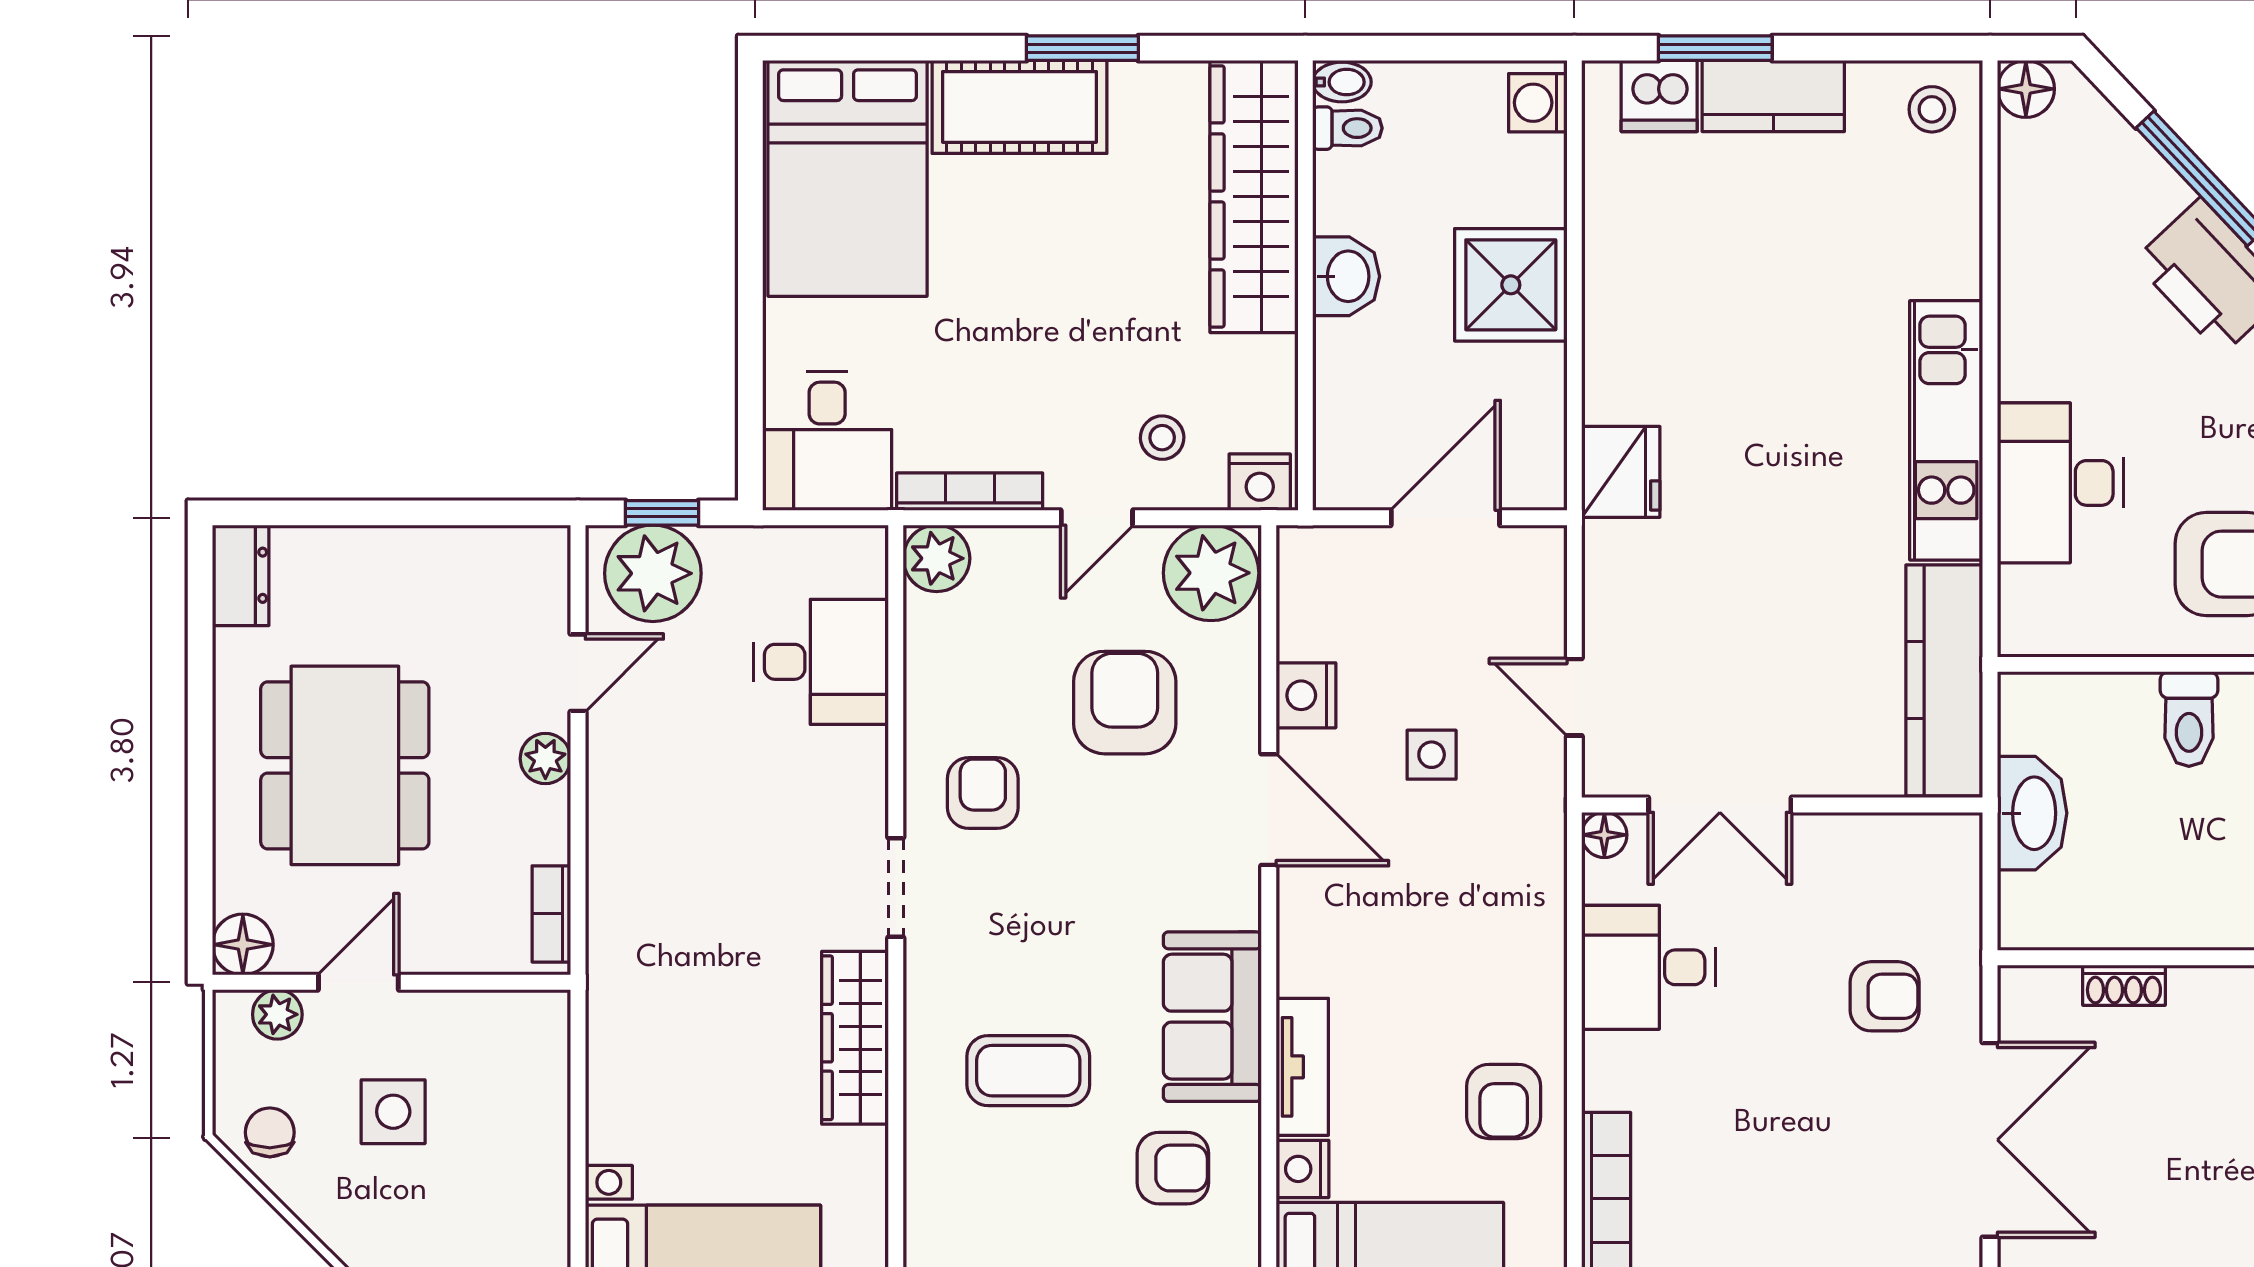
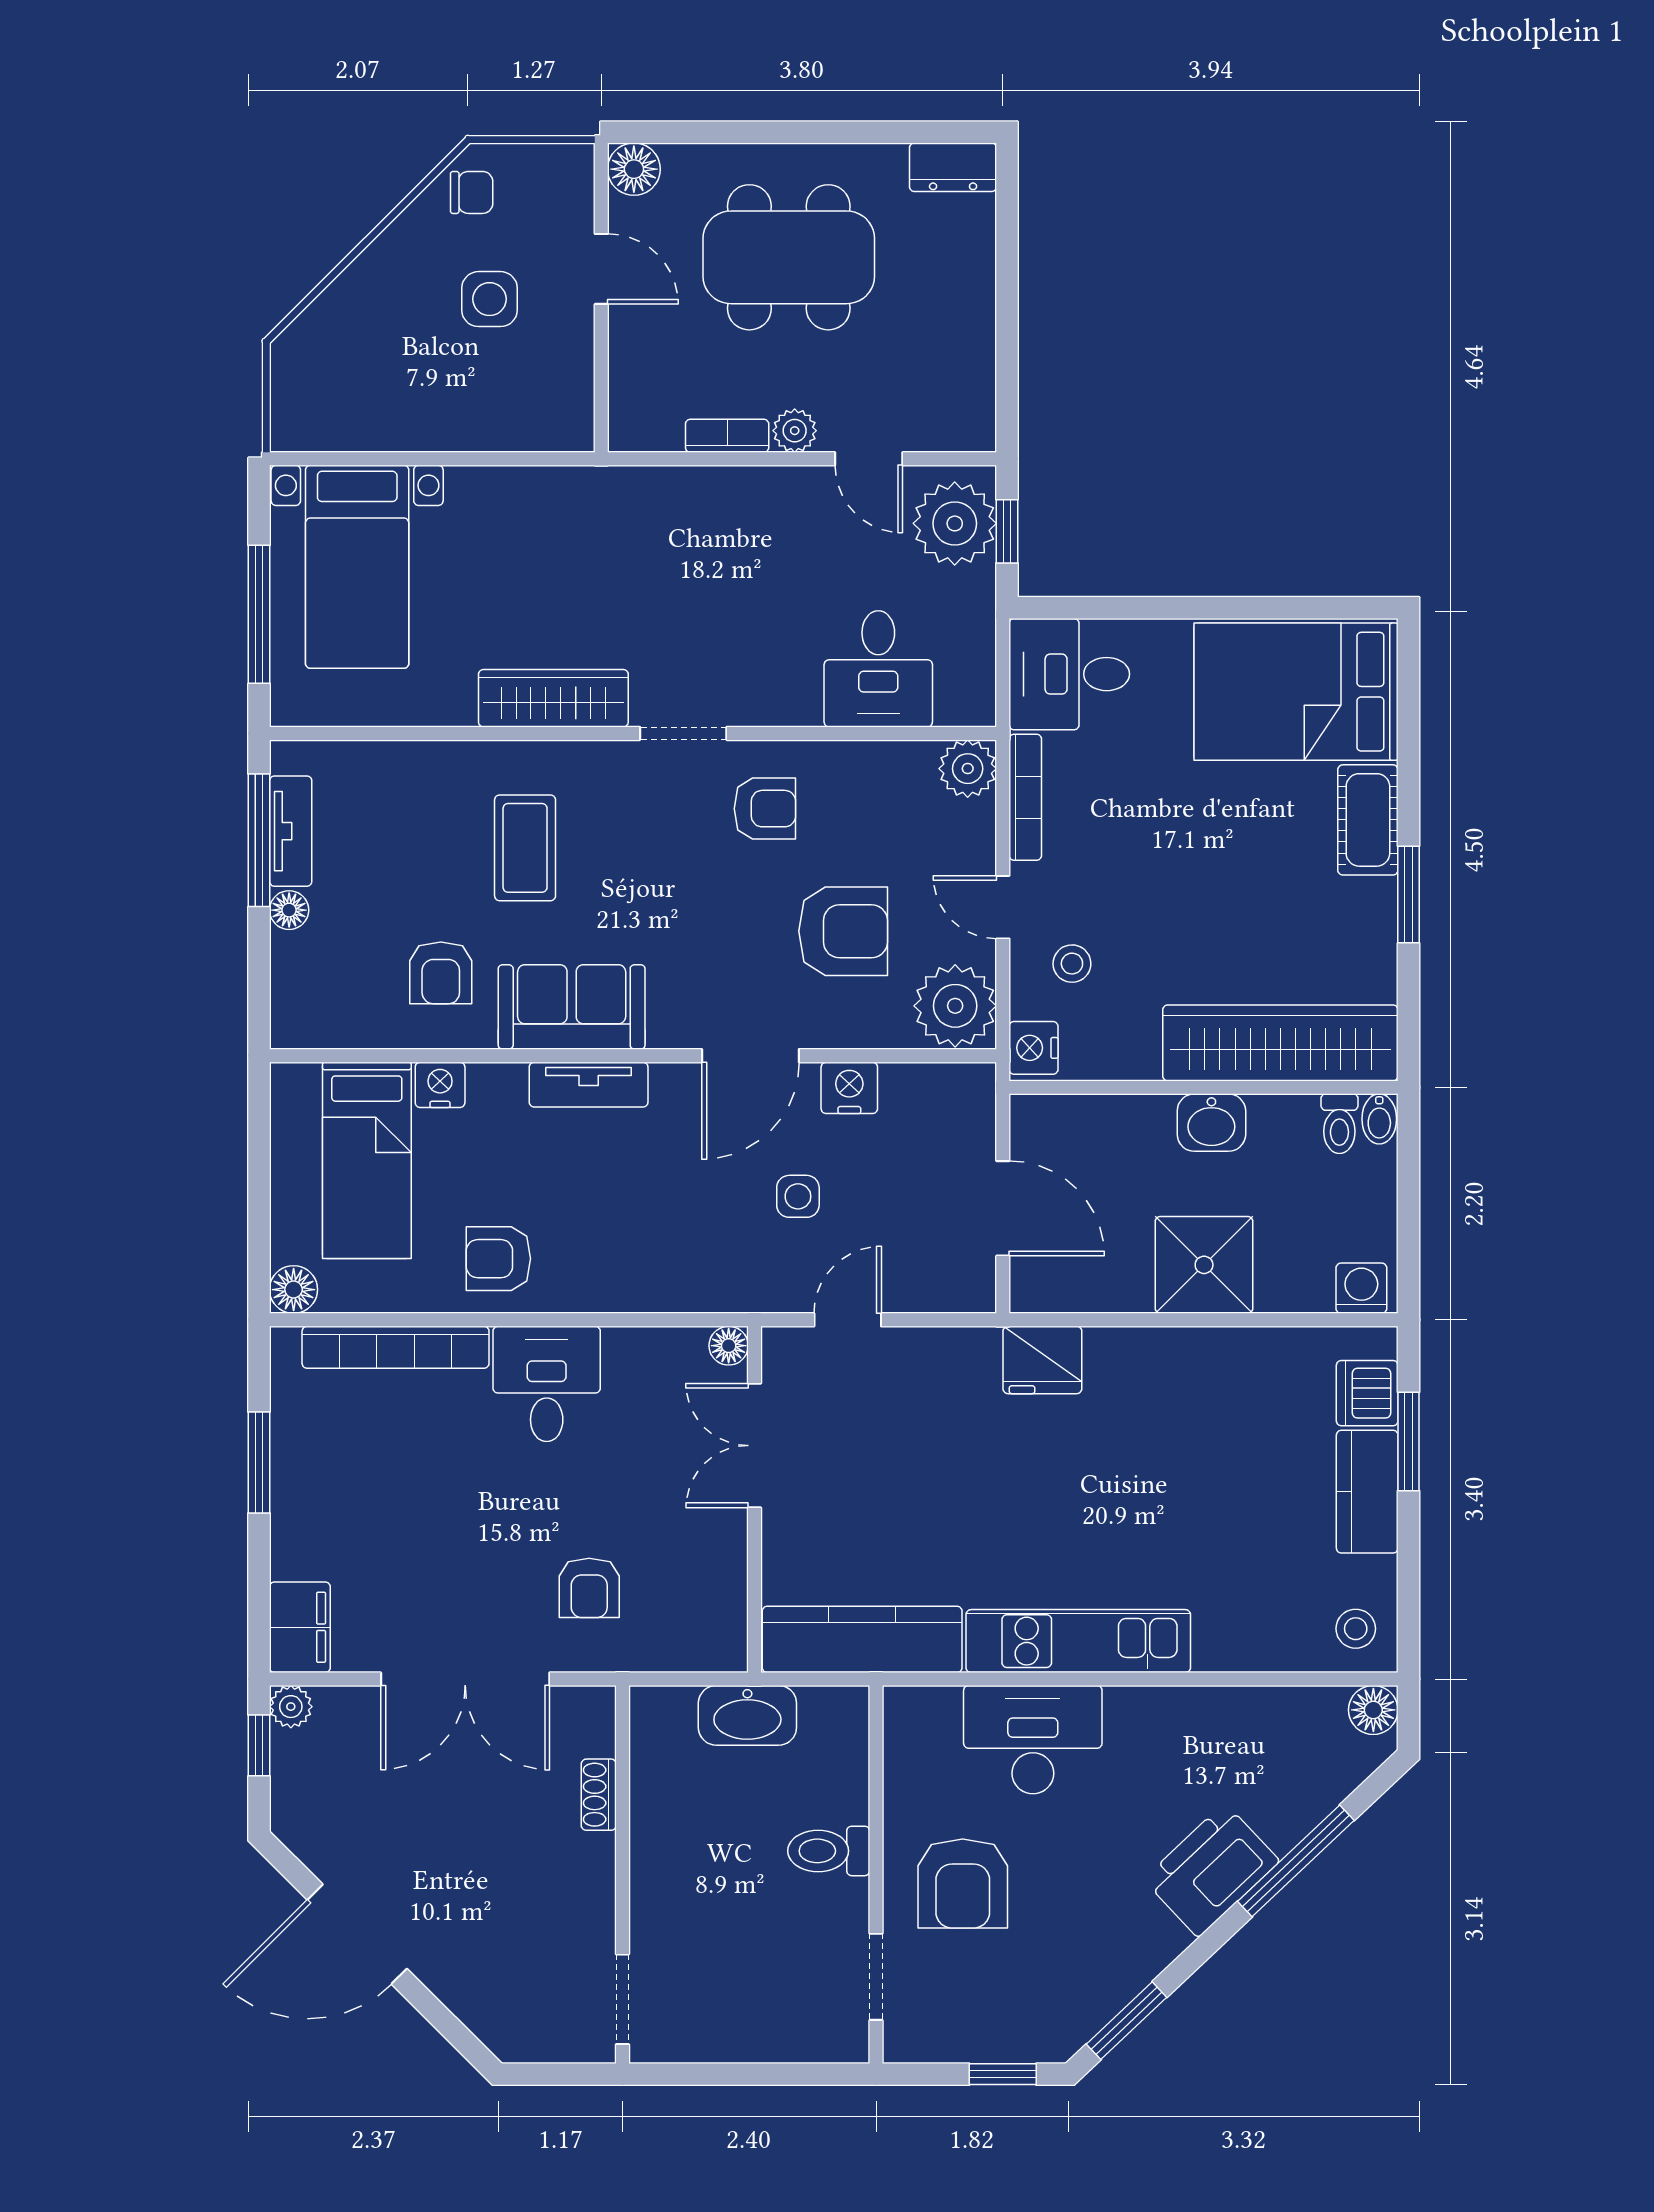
cot: (1019, 107) -> (1368, 820), width x0.73, depth x0.75
bookcase: (551, 914) -> (727, 436), moved
desk: (1649, 967) -> (547, 1384), moved
plant: (277, 1014) -> (574, 199), removed
tv unit: (1302, 1067) -> (589, 1085), moved

